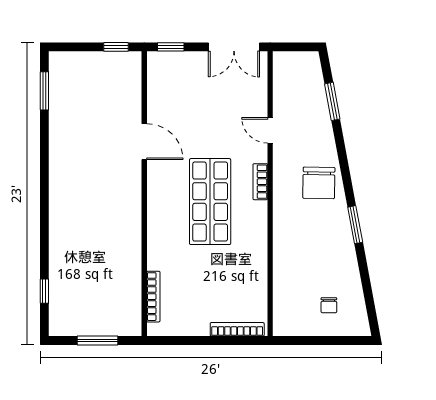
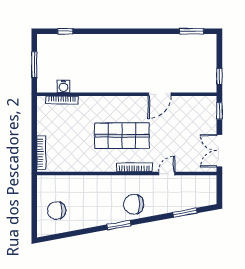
bookcase: (260, 182) -> (134, 167), width x1.56
window: (355, 225) -> (119, 225), moved
water cooler: (132, 294) -> (64, 86), added
chair: (329, 305) -> (57, 211), width x1.87, depth x1.87

